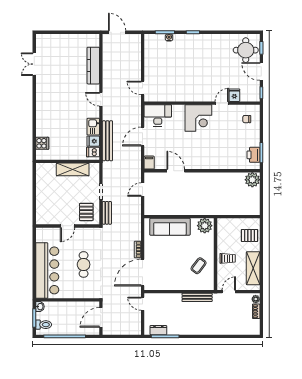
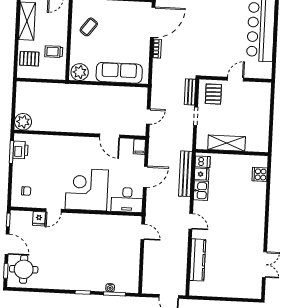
corner desk: (198, 118) -> (87, 189), width x1.36, depth x1.36
trolley: (228, 258) -> (54, 52), moved
cafe table: (84, 264) -> (219, 35), removed

